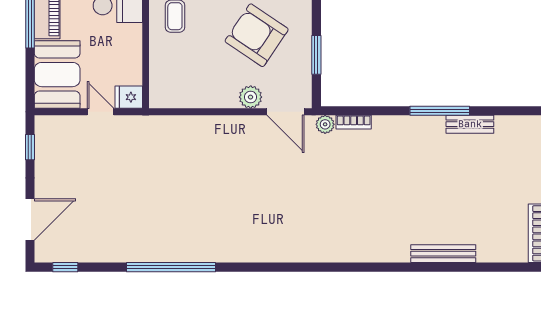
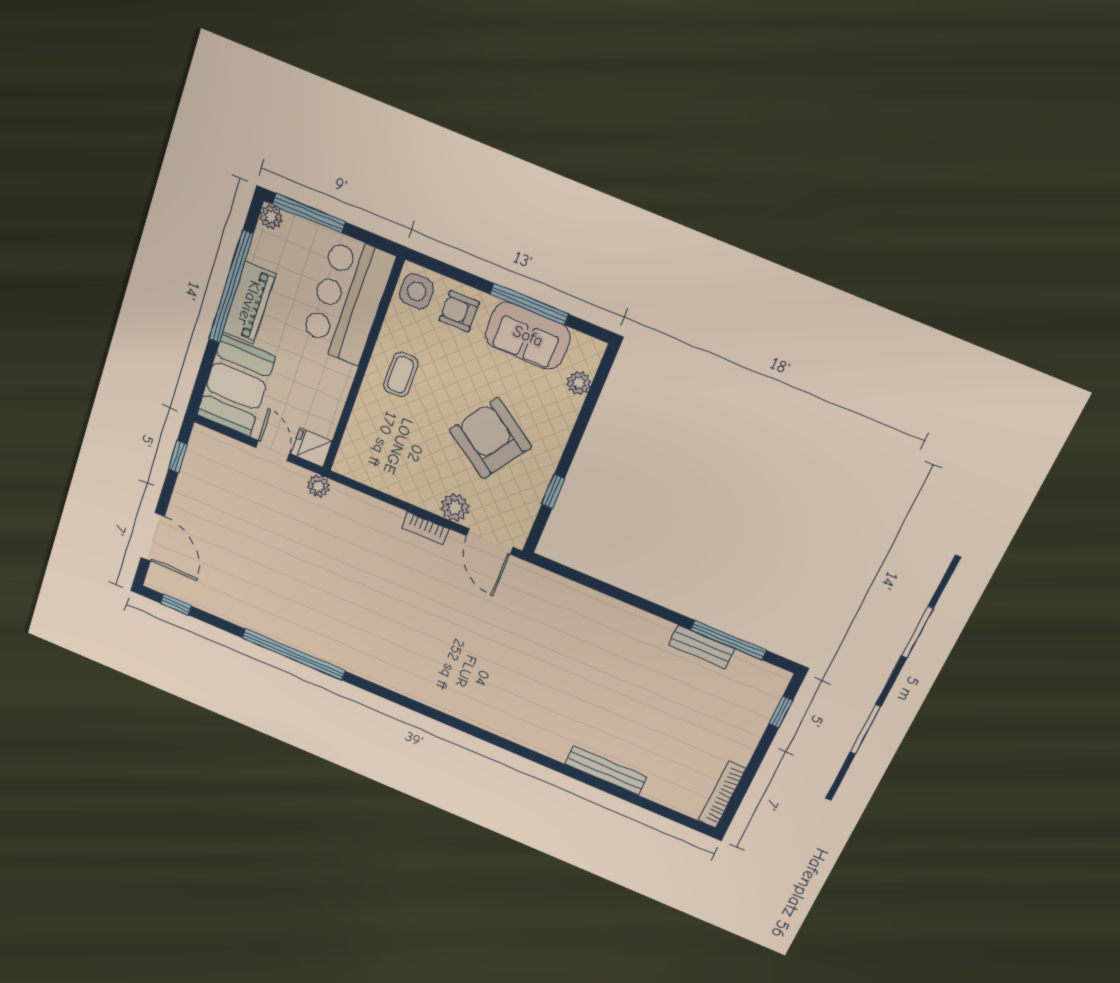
window: (316, 55) -> (553, 492), width x0.67
window: (440, 111) -> (728, 640), moved
bookcase: (354, 122) -> (425, 528), moved
plant: (325, 124) -> (318, 486), moved
door: (30, 219) -> (153, 537), hinge flipped

